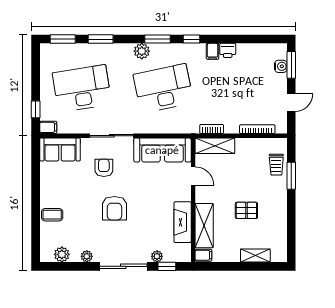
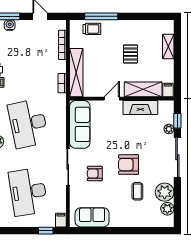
shelving: (215, 146) -> (76, 73), width x1.47
sofa: (60, 149) -> (92, 217), moved, turned -90
door: (193, 176) -> (112, 99), moved
window: (291, 176) -> (101, 16), width x1.44
armchair: (114, 208) -> (129, 165), turned 180
coffee table: (52, 215) -> (137, 191), moved
plant: (87, 256) -> (165, 192), width x1.88, depth x1.88

